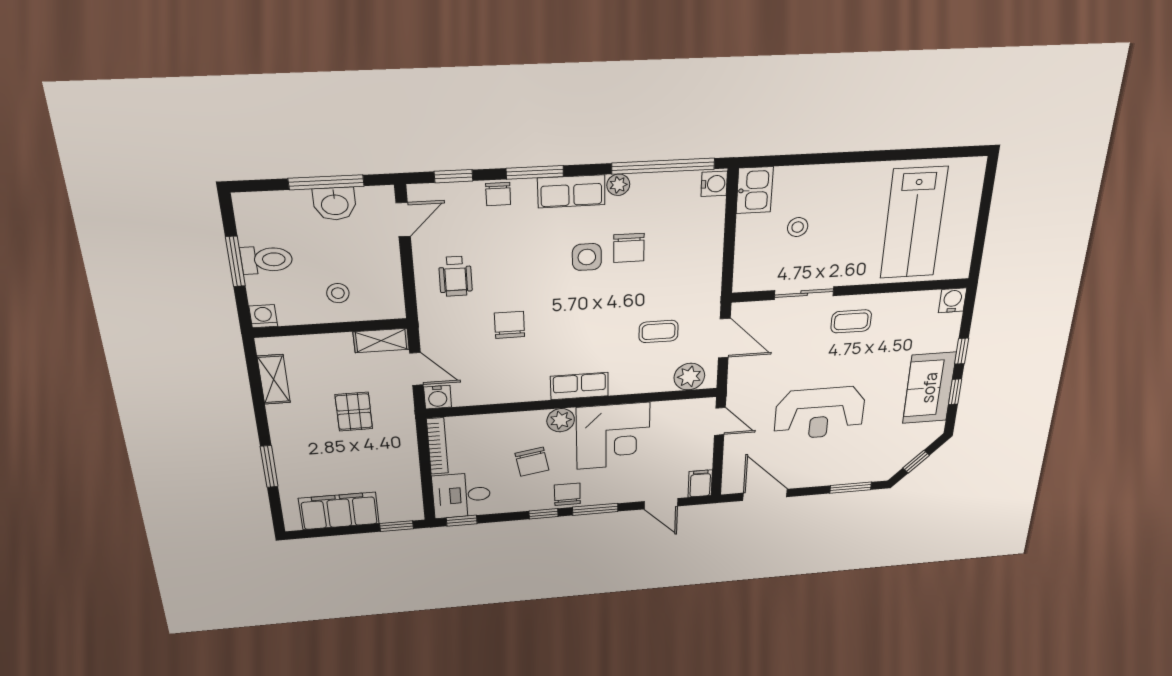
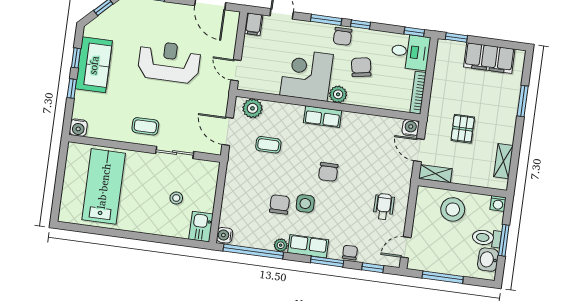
washbasin: (335, 204) -> (488, 260), moved, turned -90
stool: (338, 293) -> (453, 209), width x1.89, depth x1.89
chair: (510, 325) -> (328, 172), moved

